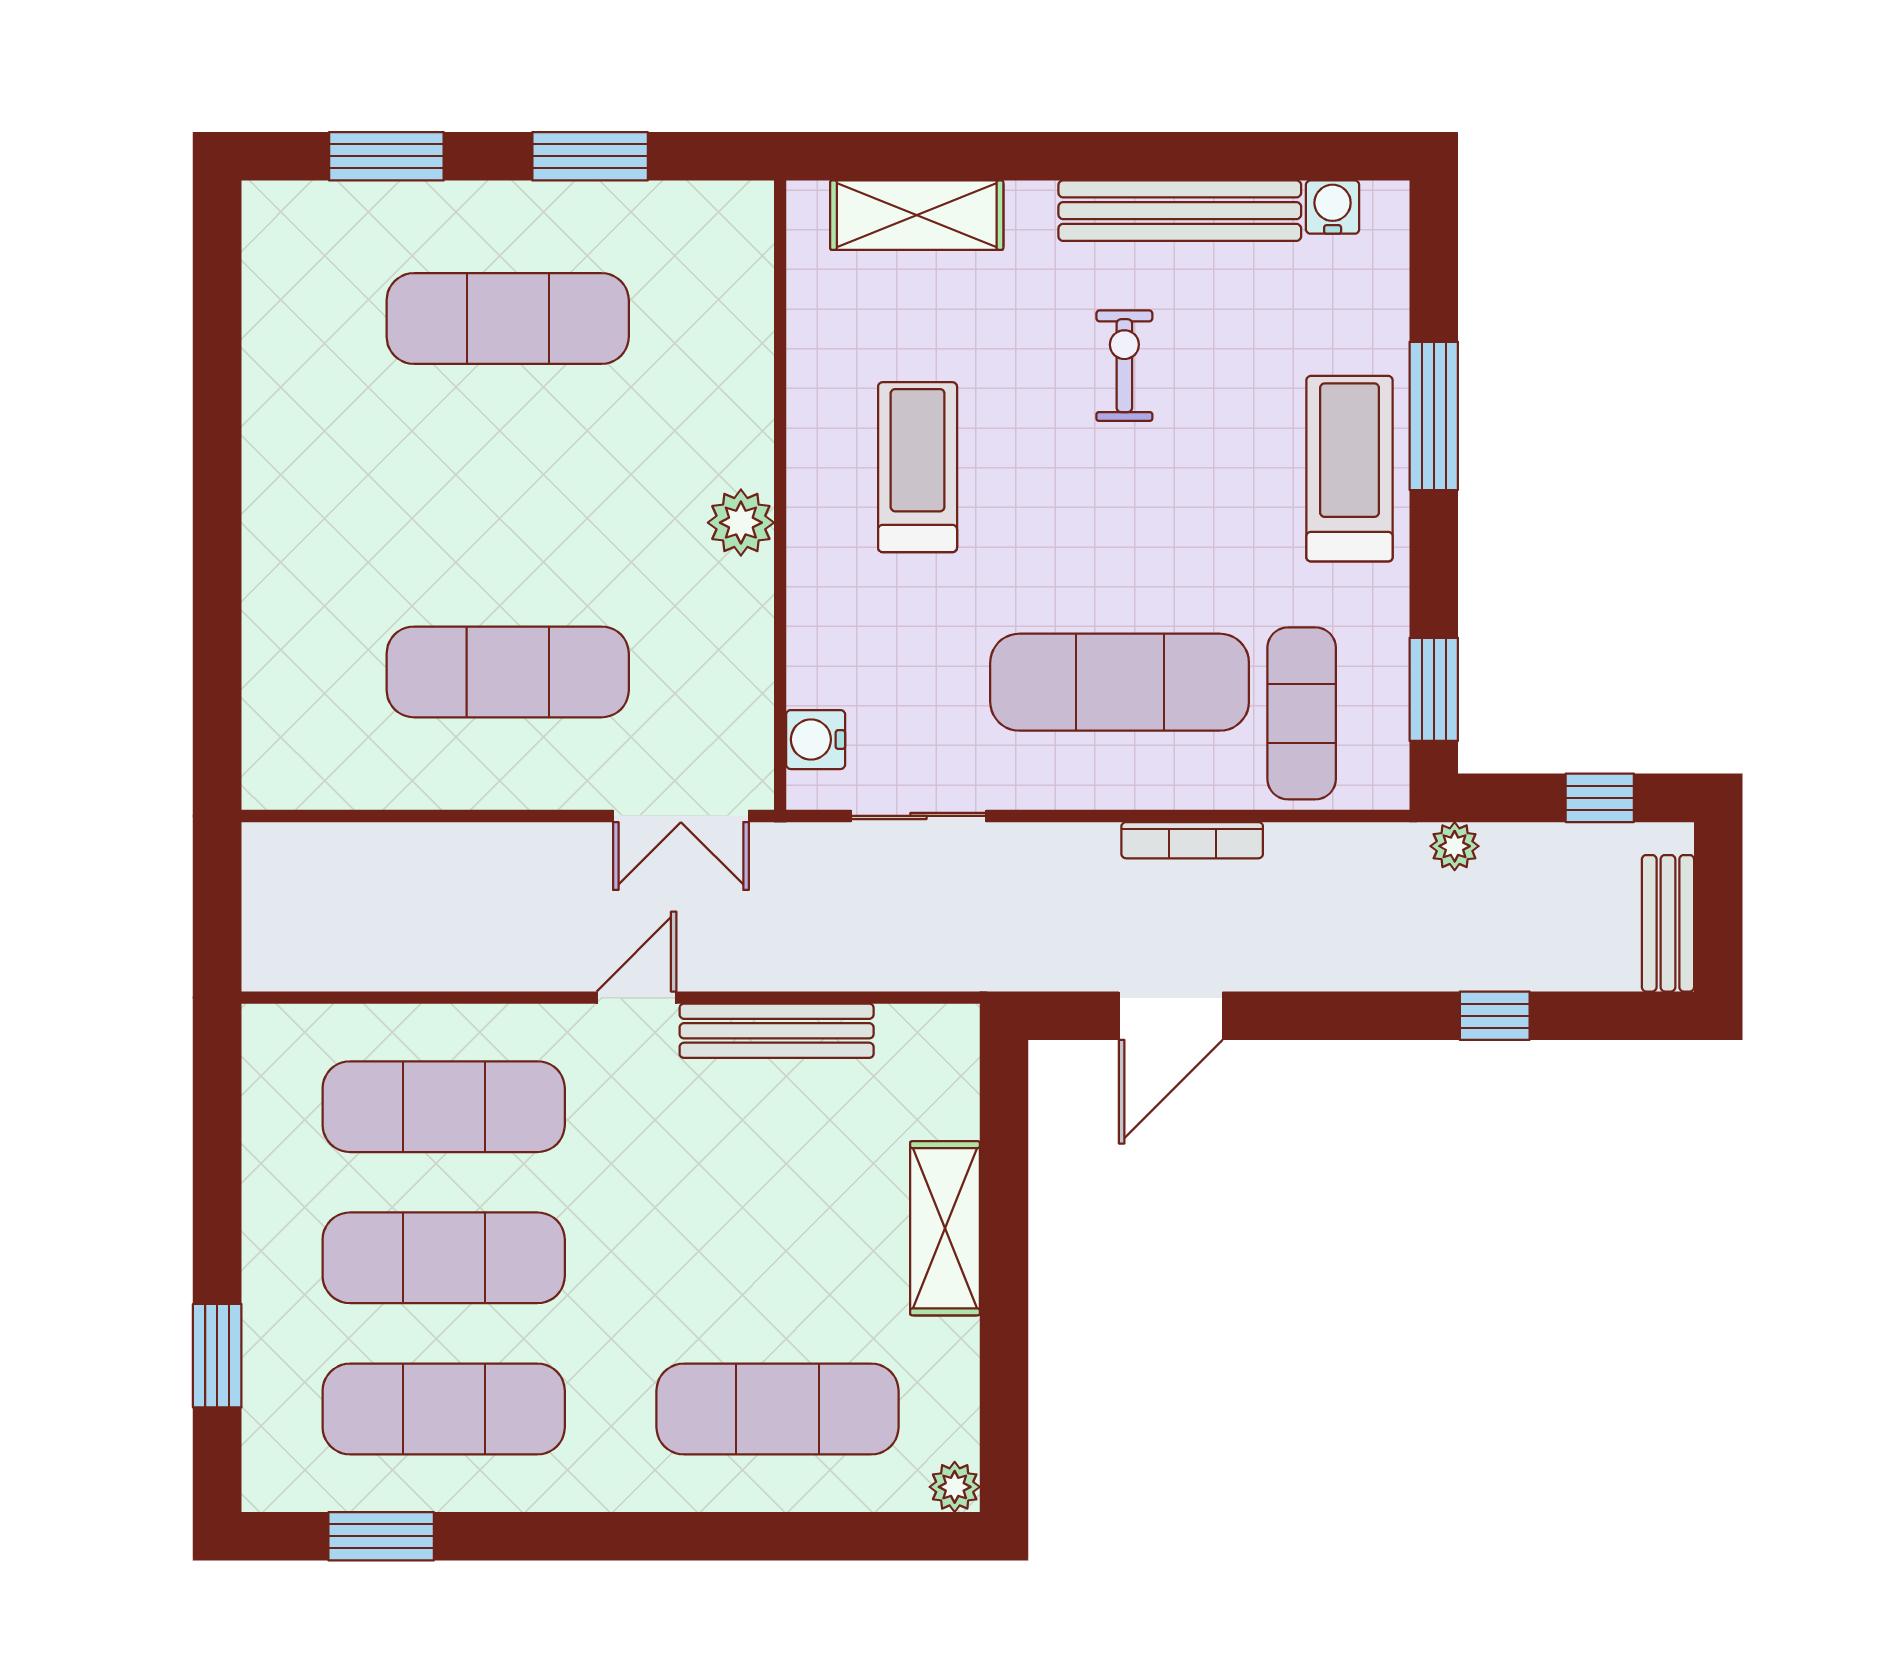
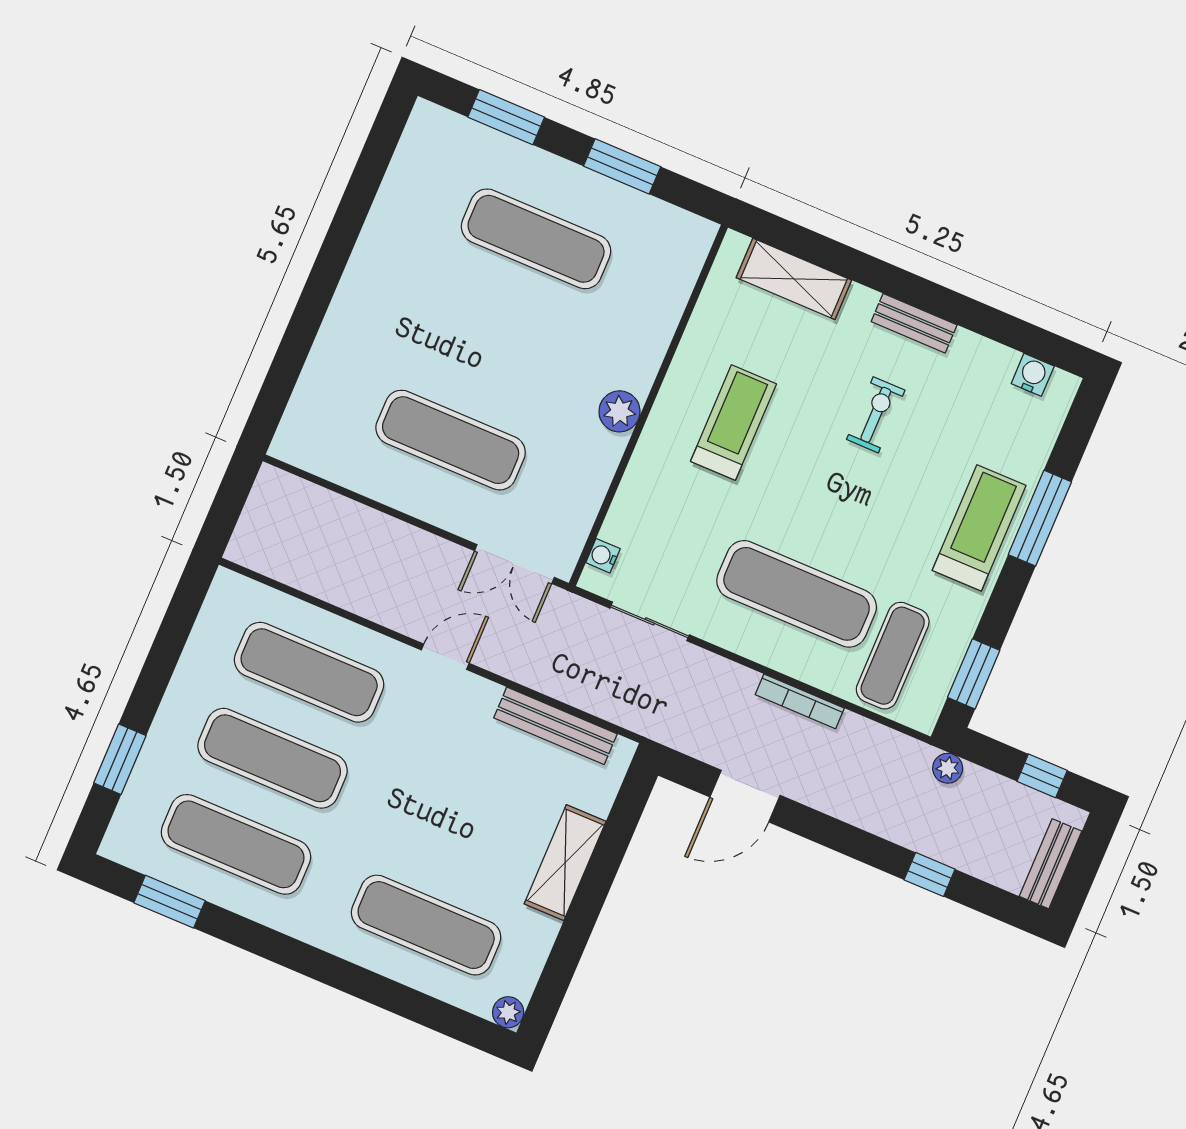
bench: (1180, 211) -> (914, 323), width x0.54, depth x0.82
water cooler: (816, 740) -> (603, 556), width x0.72, depth x0.72
bench: (777, 1031) -> (555, 726), moved

